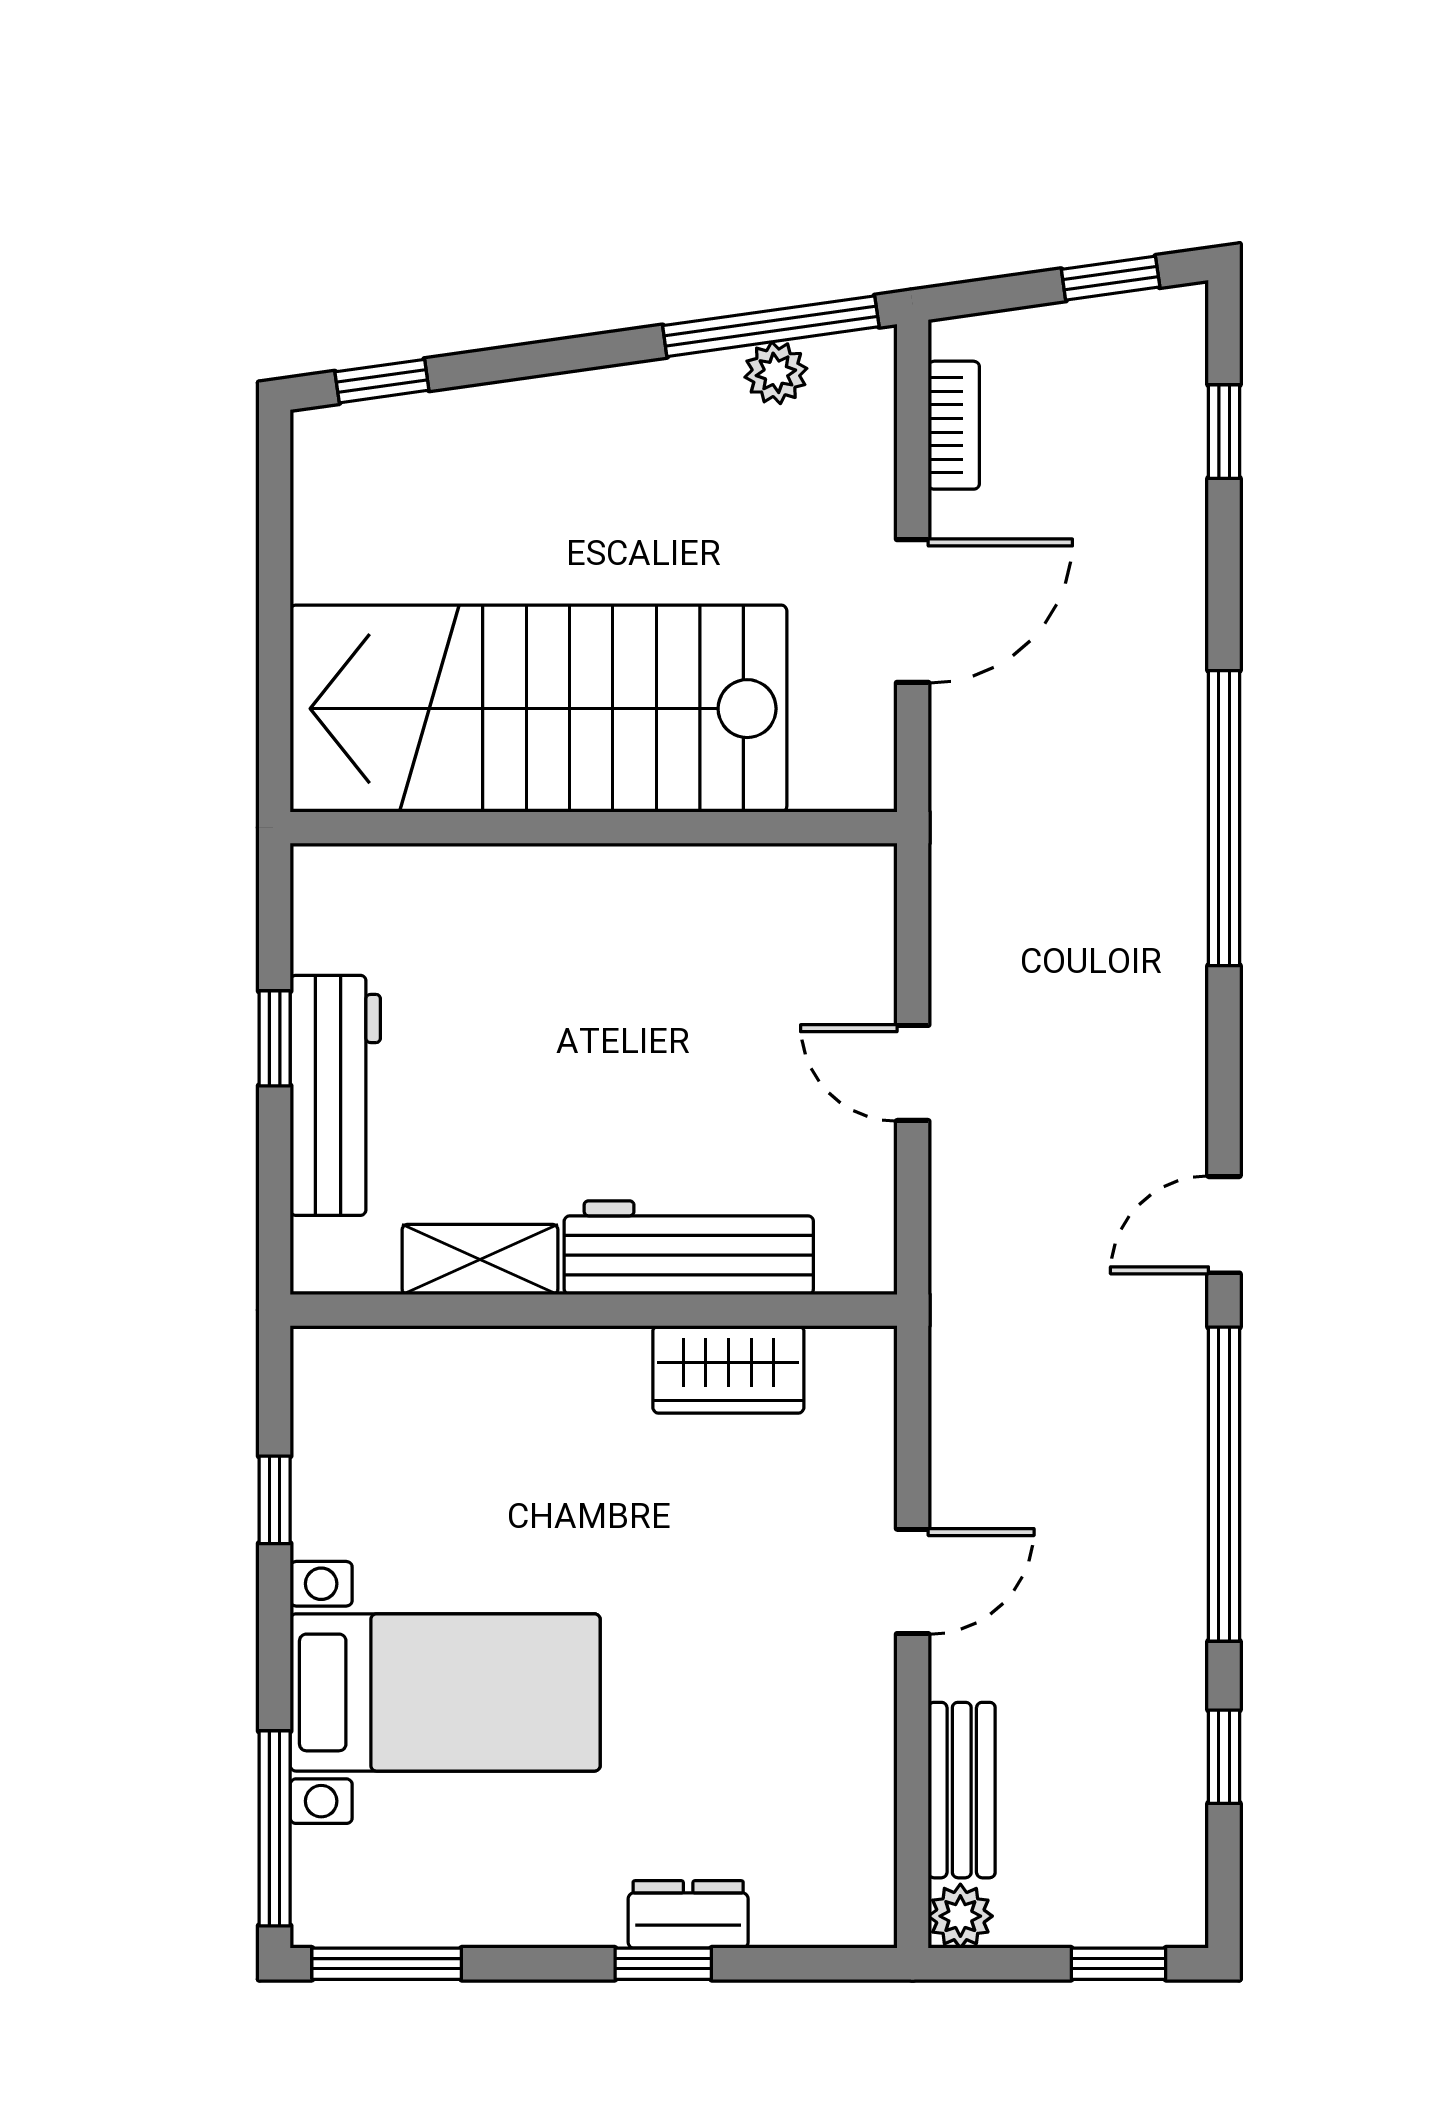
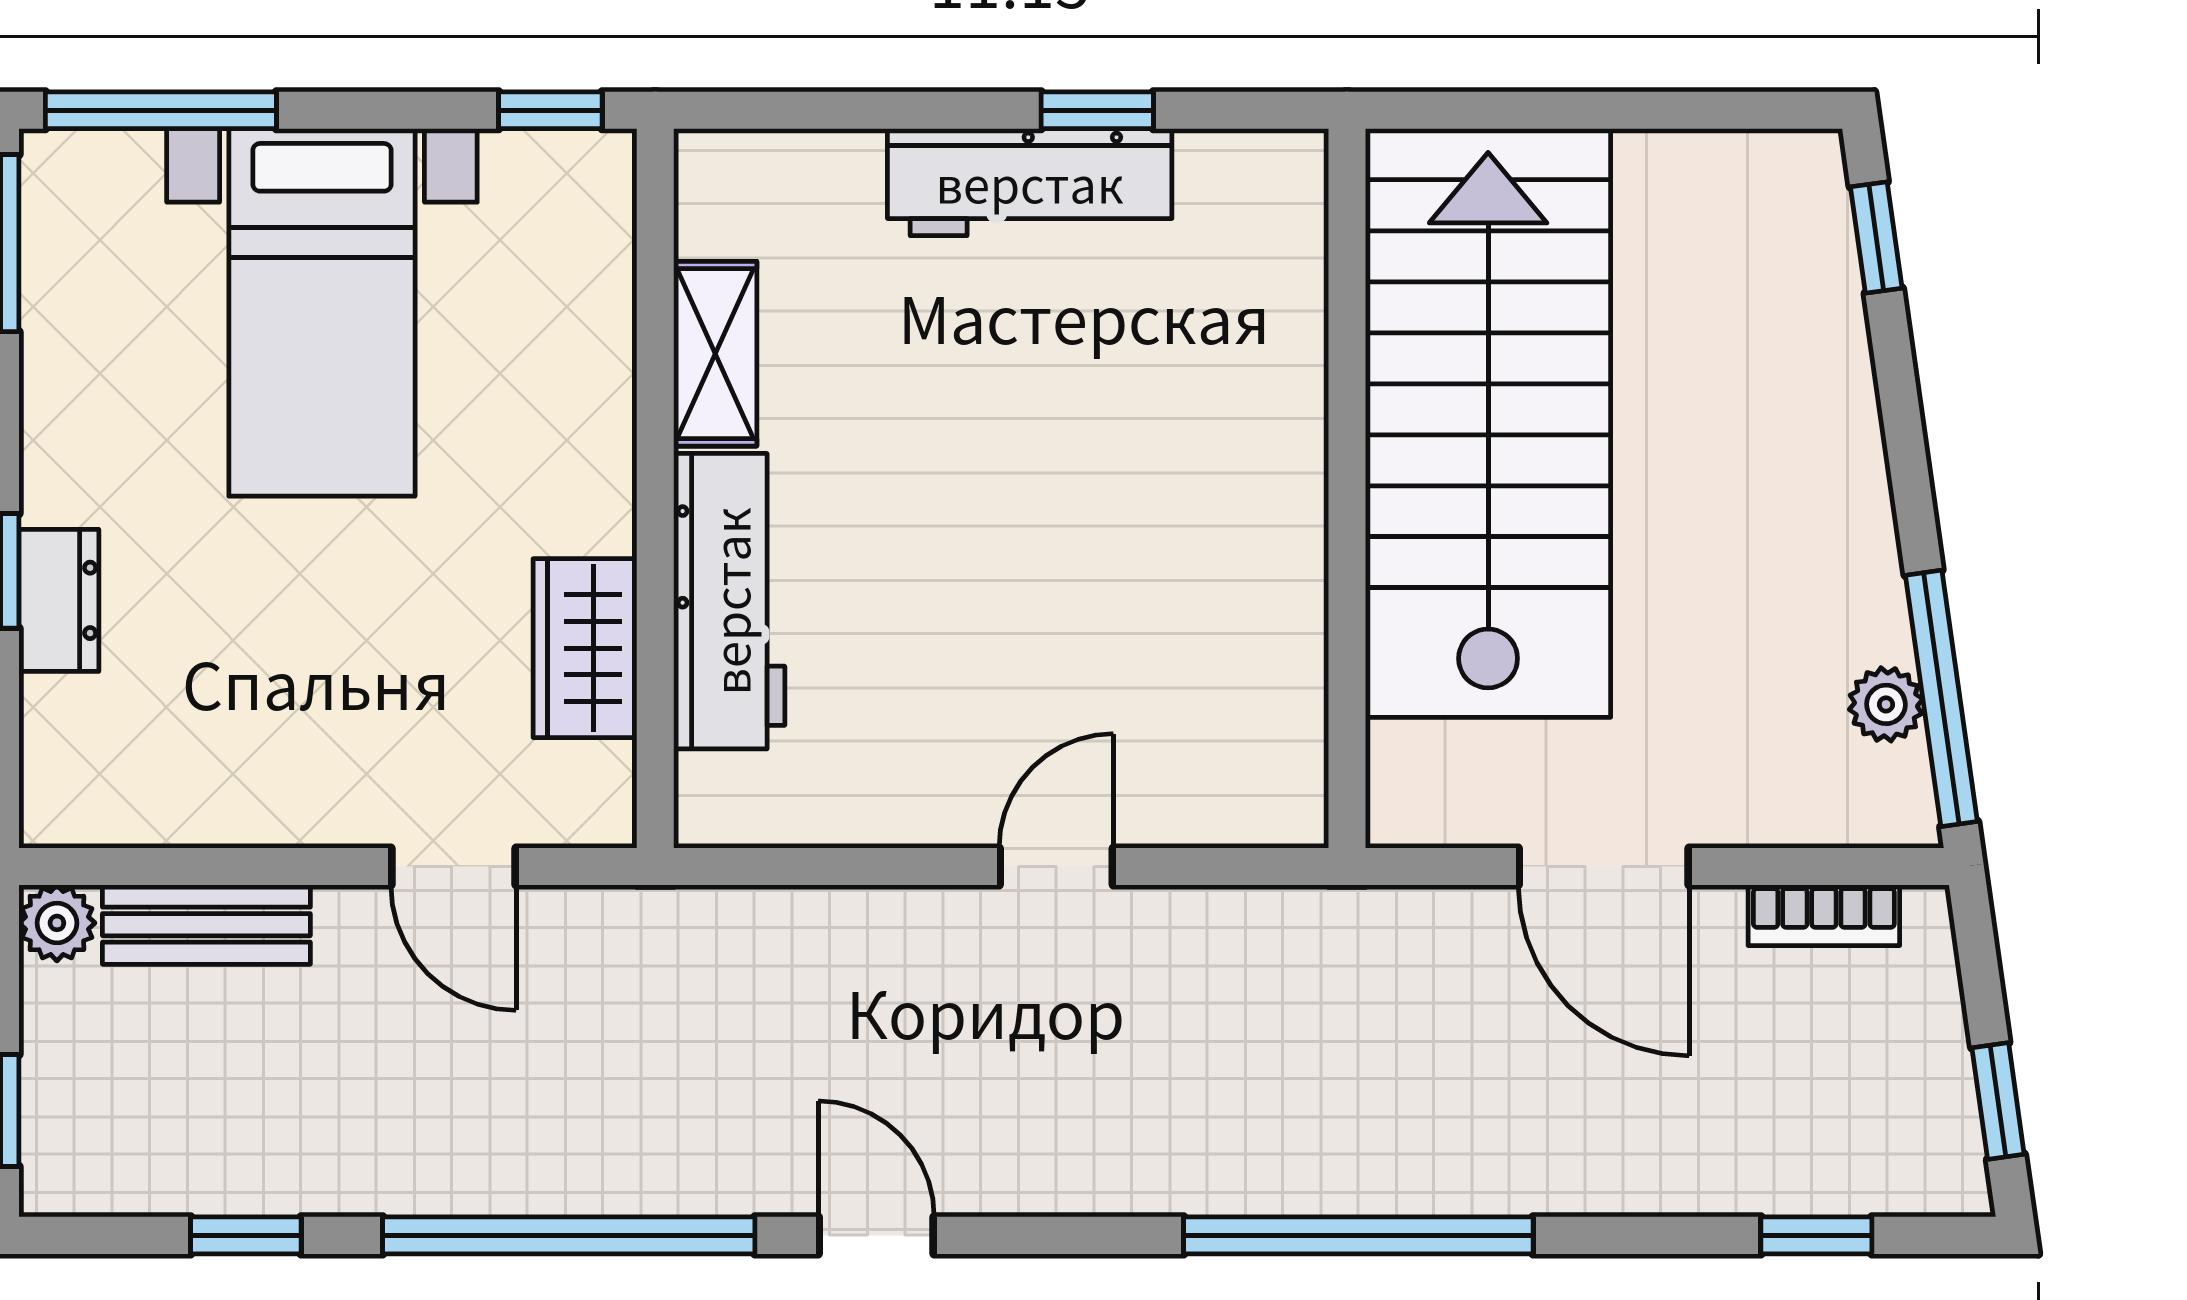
workbench: (689, 1248) -> (729, 601), moved
shelving: (480, 1259) -> (715, 354), moved
wall: (594, 1310) -> (655, 488), moved
wardrobe: (728, 1369) -> (585, 648), moved

